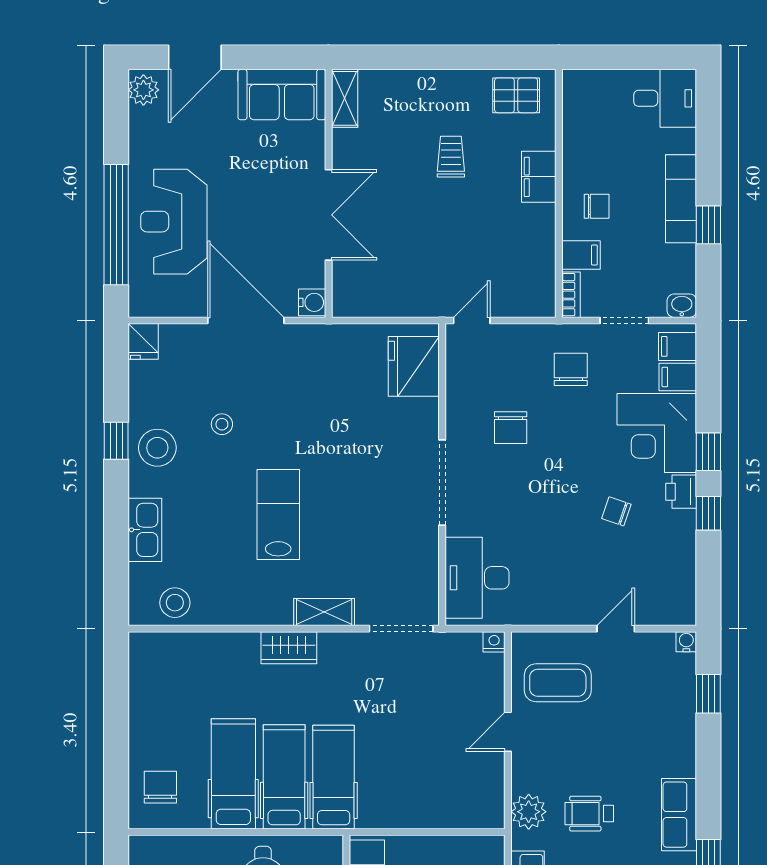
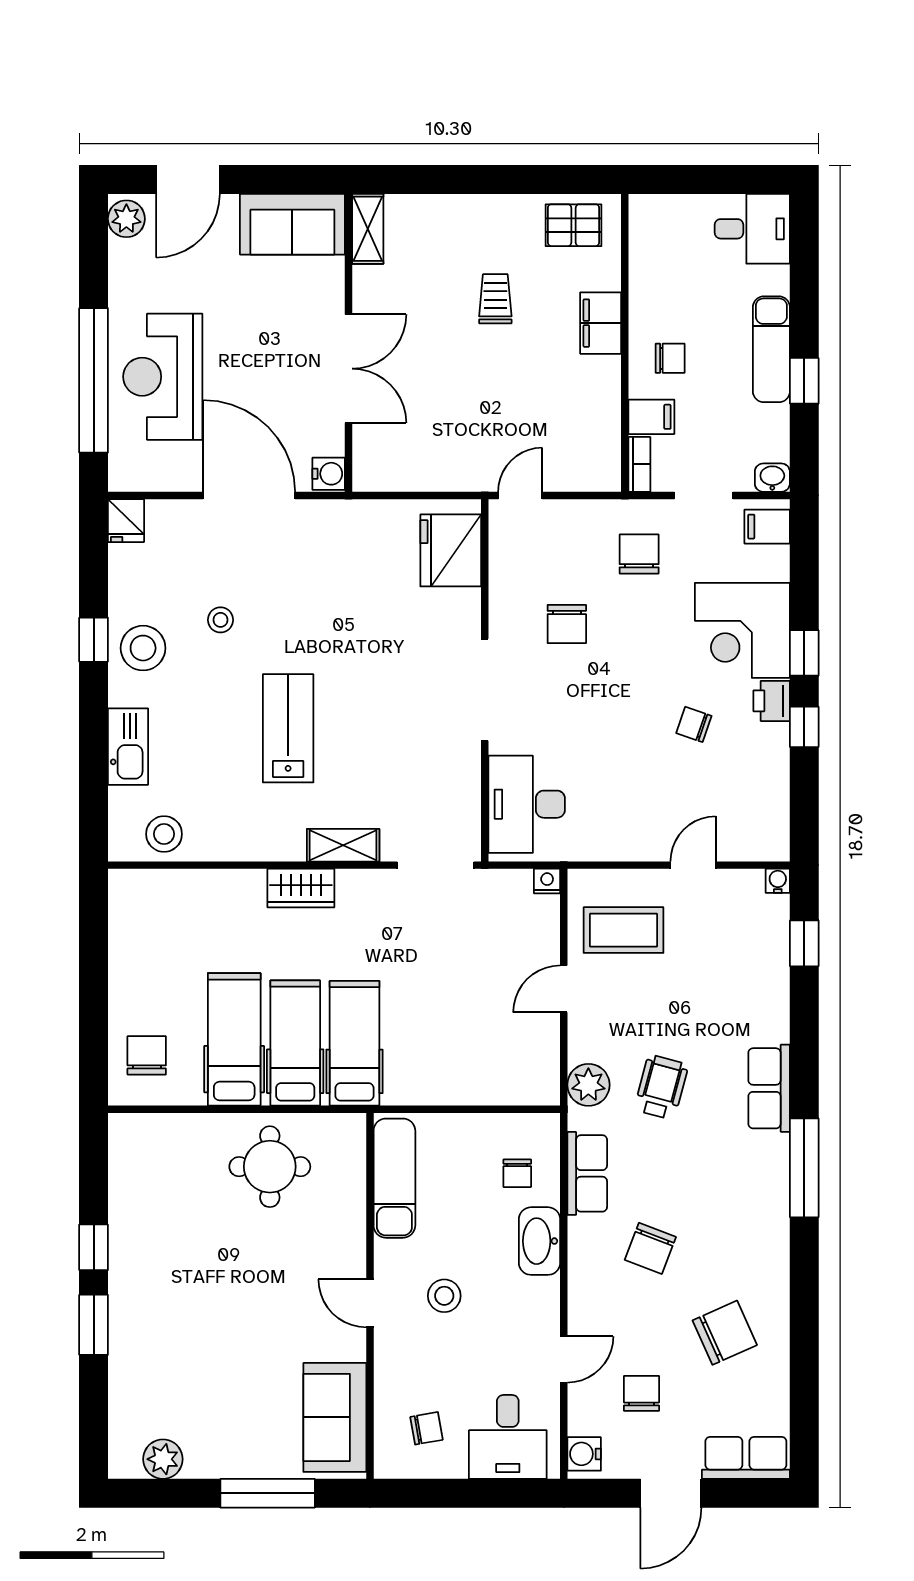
filing cabinet: (678, 377) -> (768, 563), removed
wheelchair: (589, 814) -> (661, 1087), turned 105

